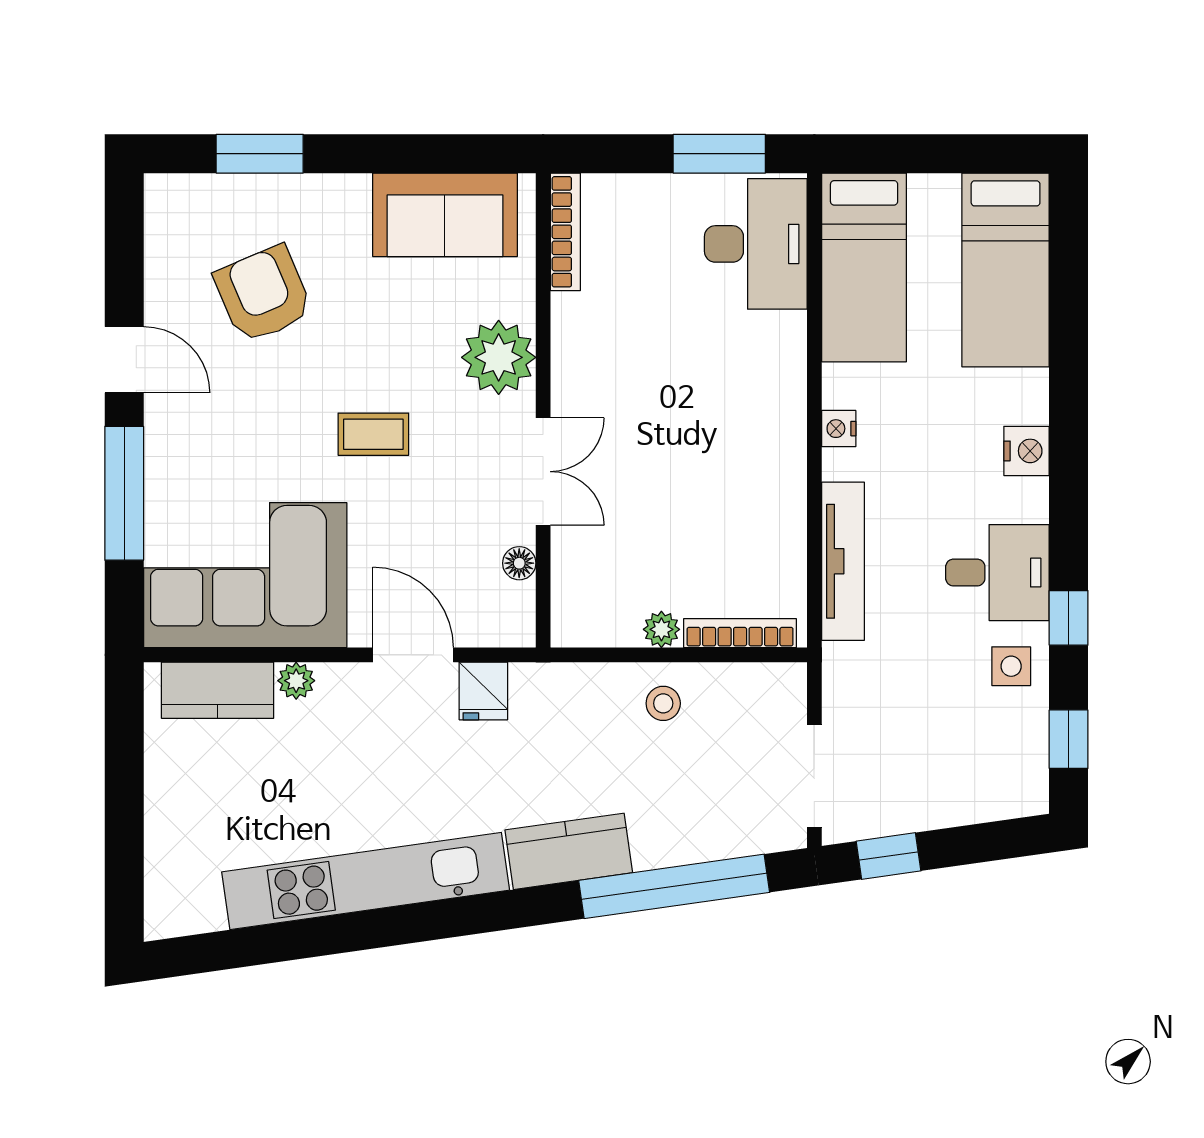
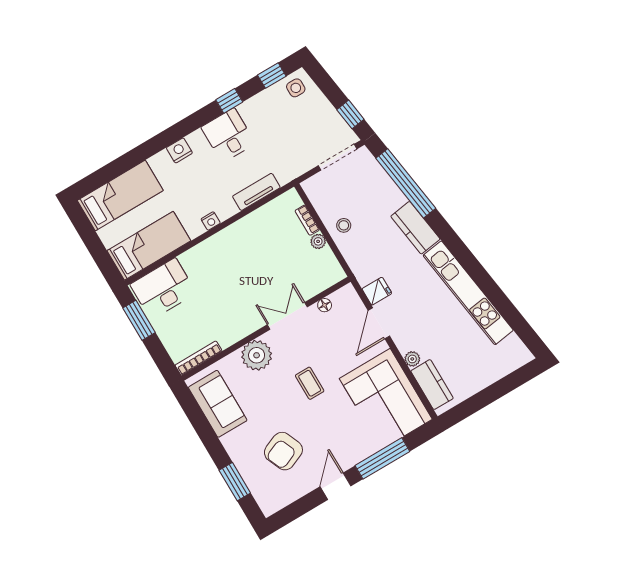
tv unit: (843, 561) -> (256, 192), width x0.71
bookcase: (740, 633) -> (307, 220), width x0.64
side table: (1011, 666) -> (296, 88), moved

